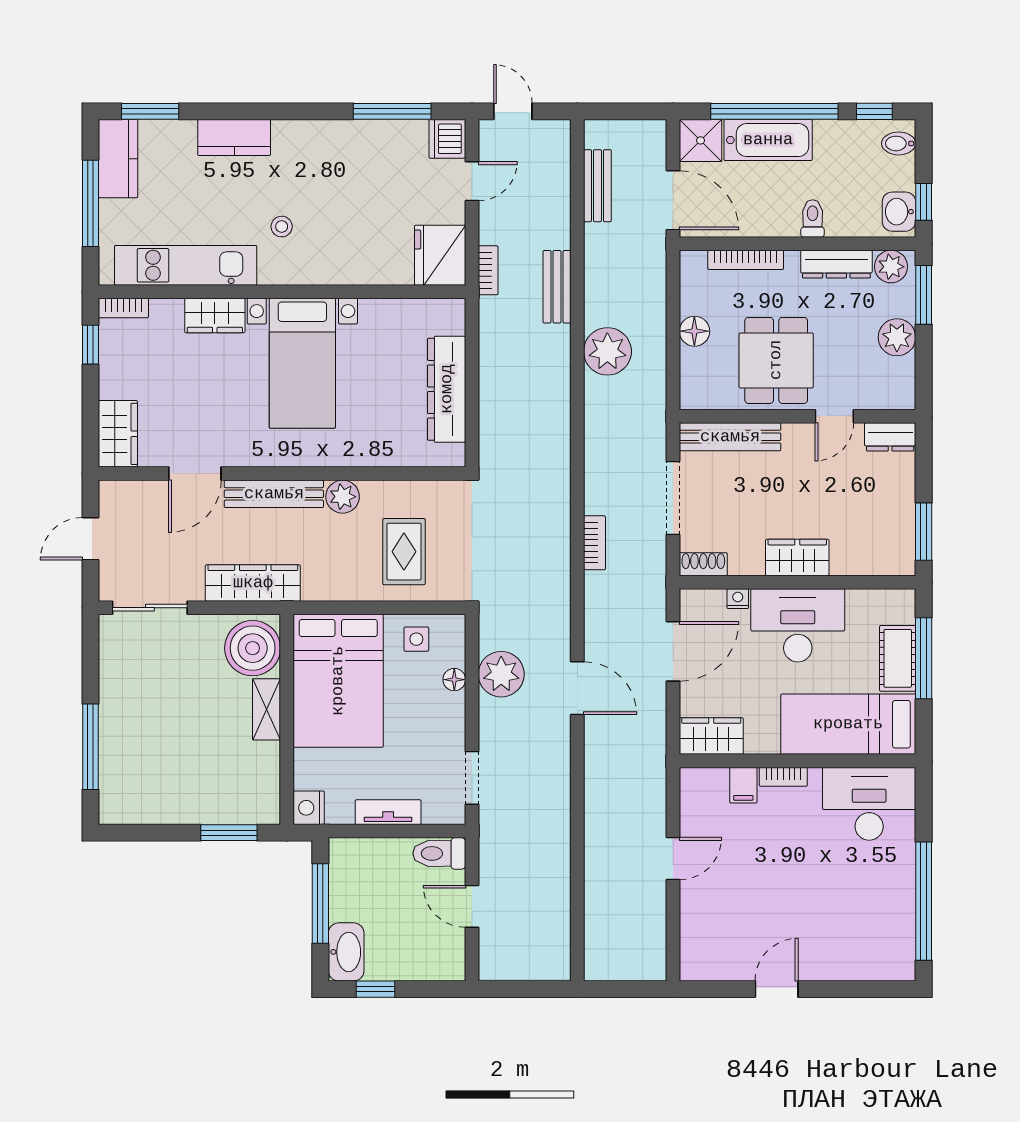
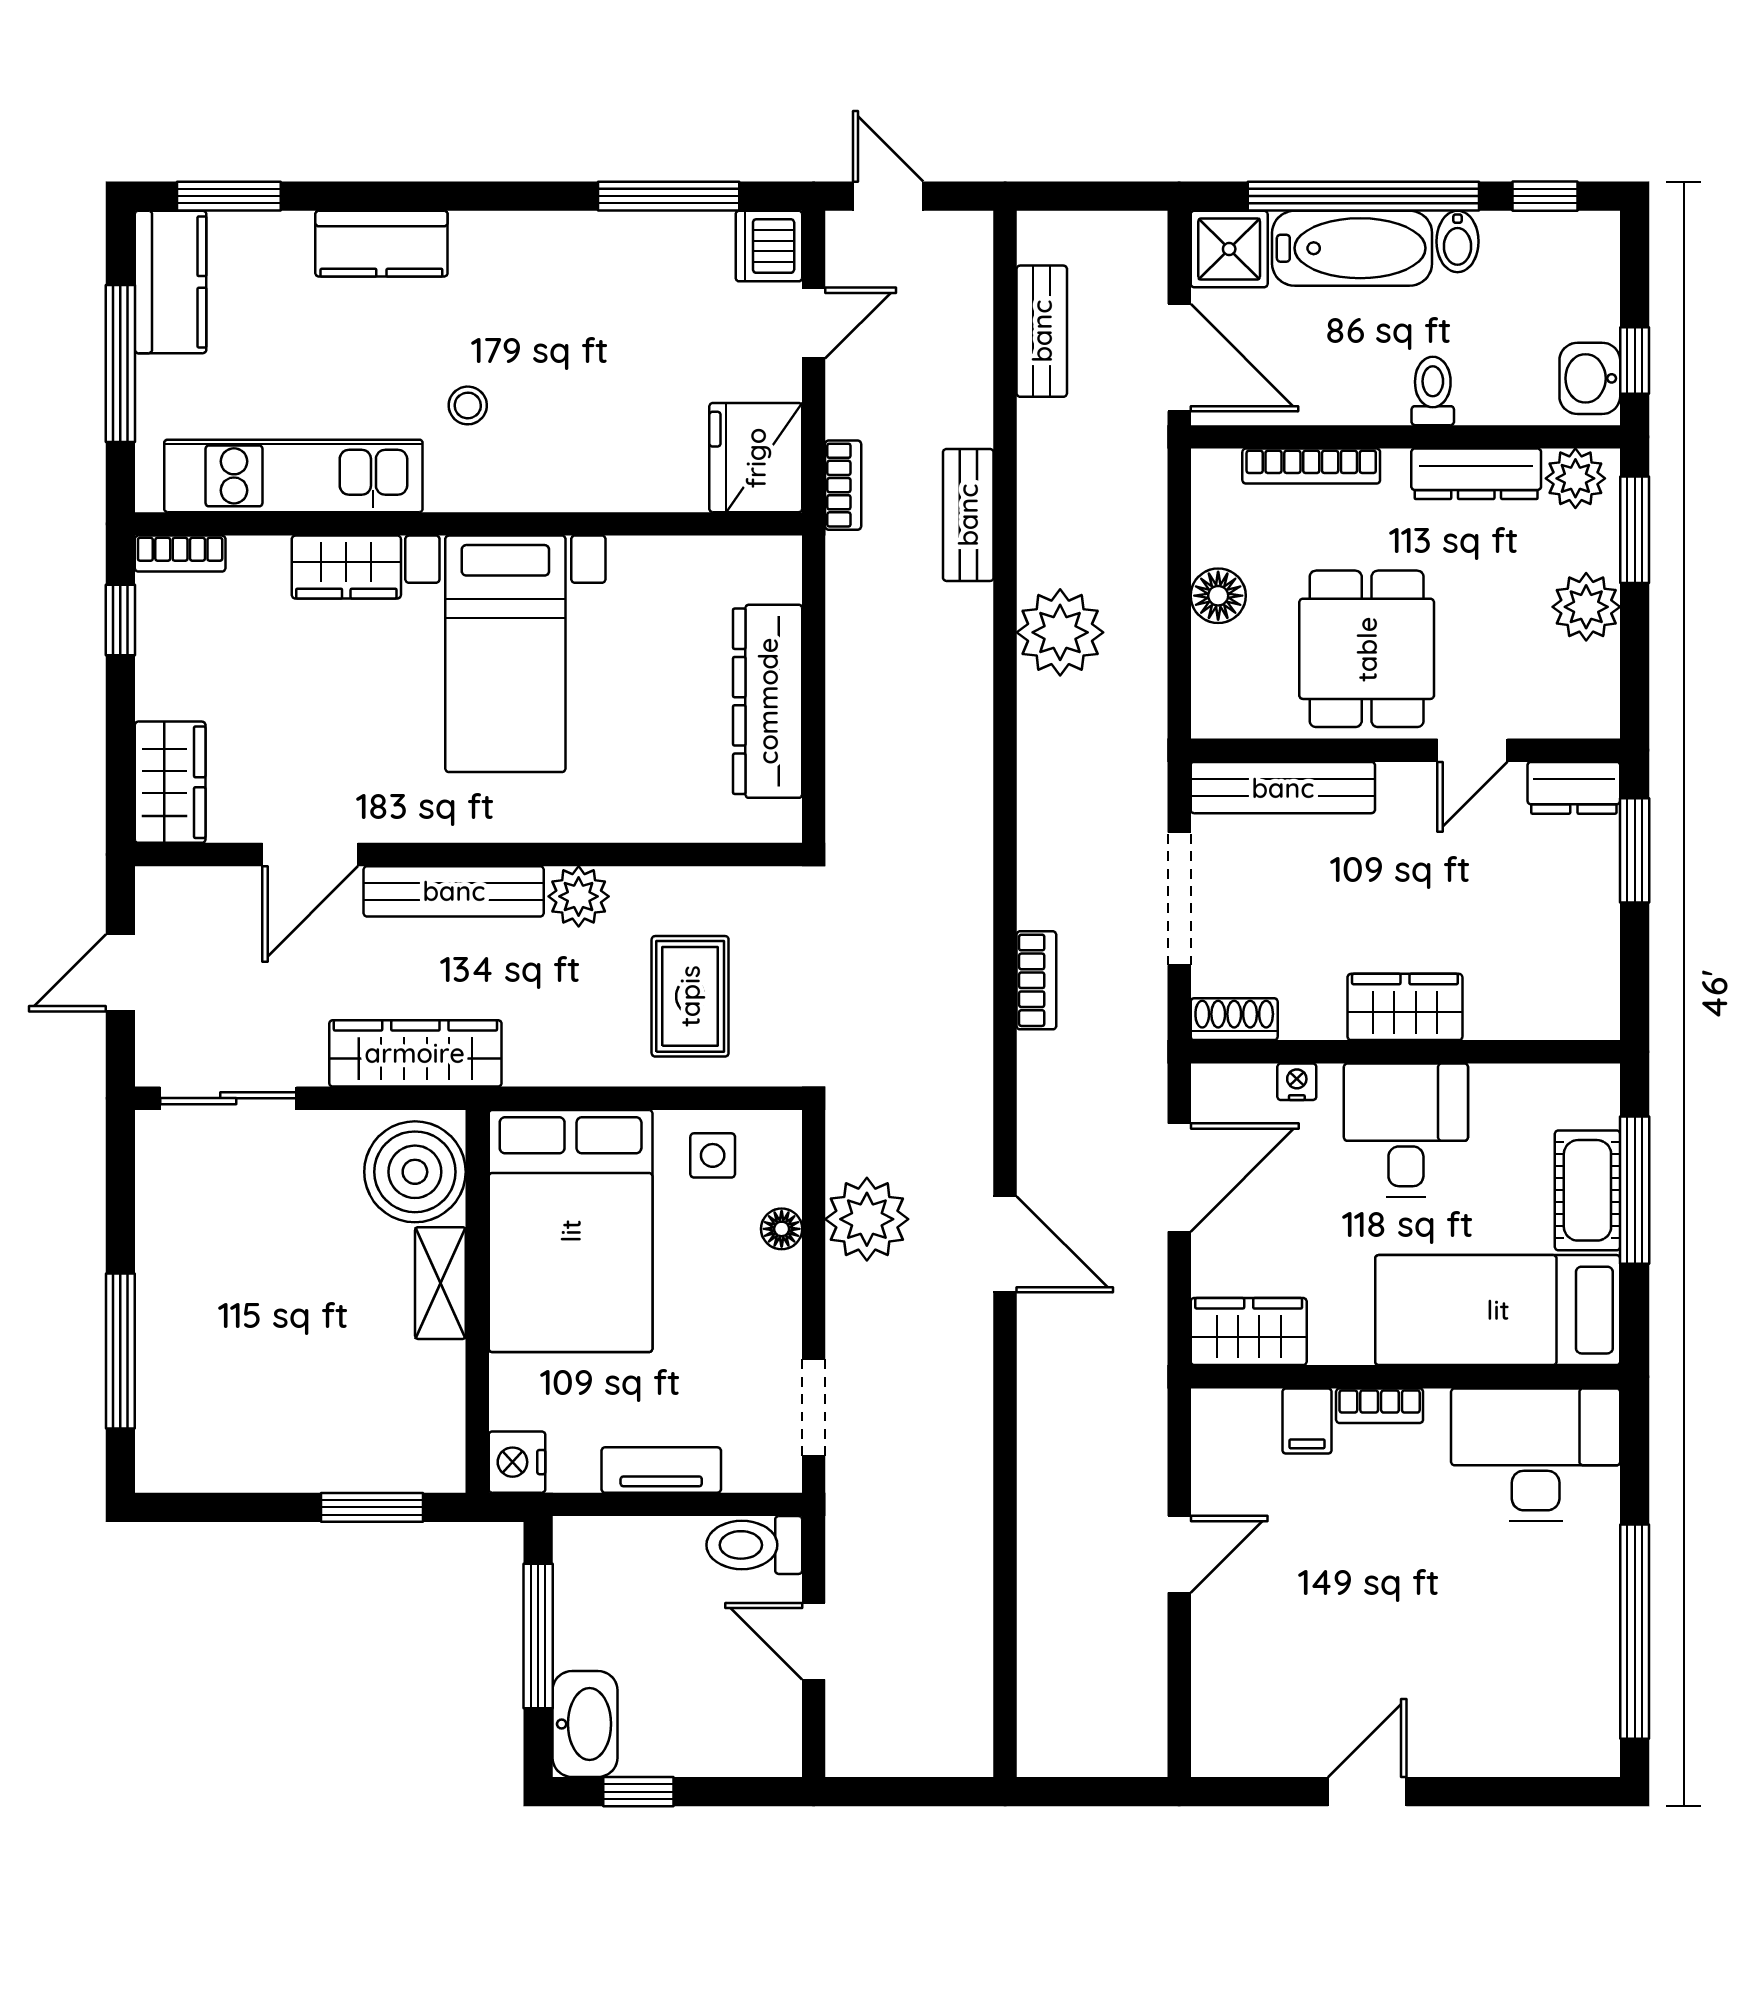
bidet: (899, 143) -> (1457, 241), moved, turned -90
window: (924, 532) -> (1635, 850), moved
desk: (798, 625) -> (1406, 1130), width x0.73

